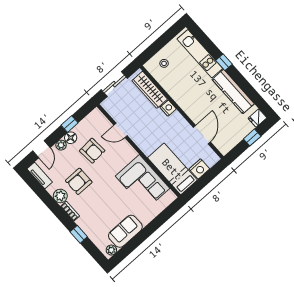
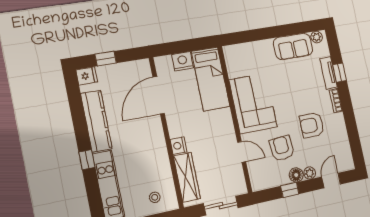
door: (202, 135) -> (159, 95), width x1.36
tv unit: (40, 176) -> (329, 73), moved
armchair: (79, 181) -> (312, 125), turned 180
corner sofa: (142, 182) -> (253, 103), moved
plant: (60, 196) -> (337, 122), removed

